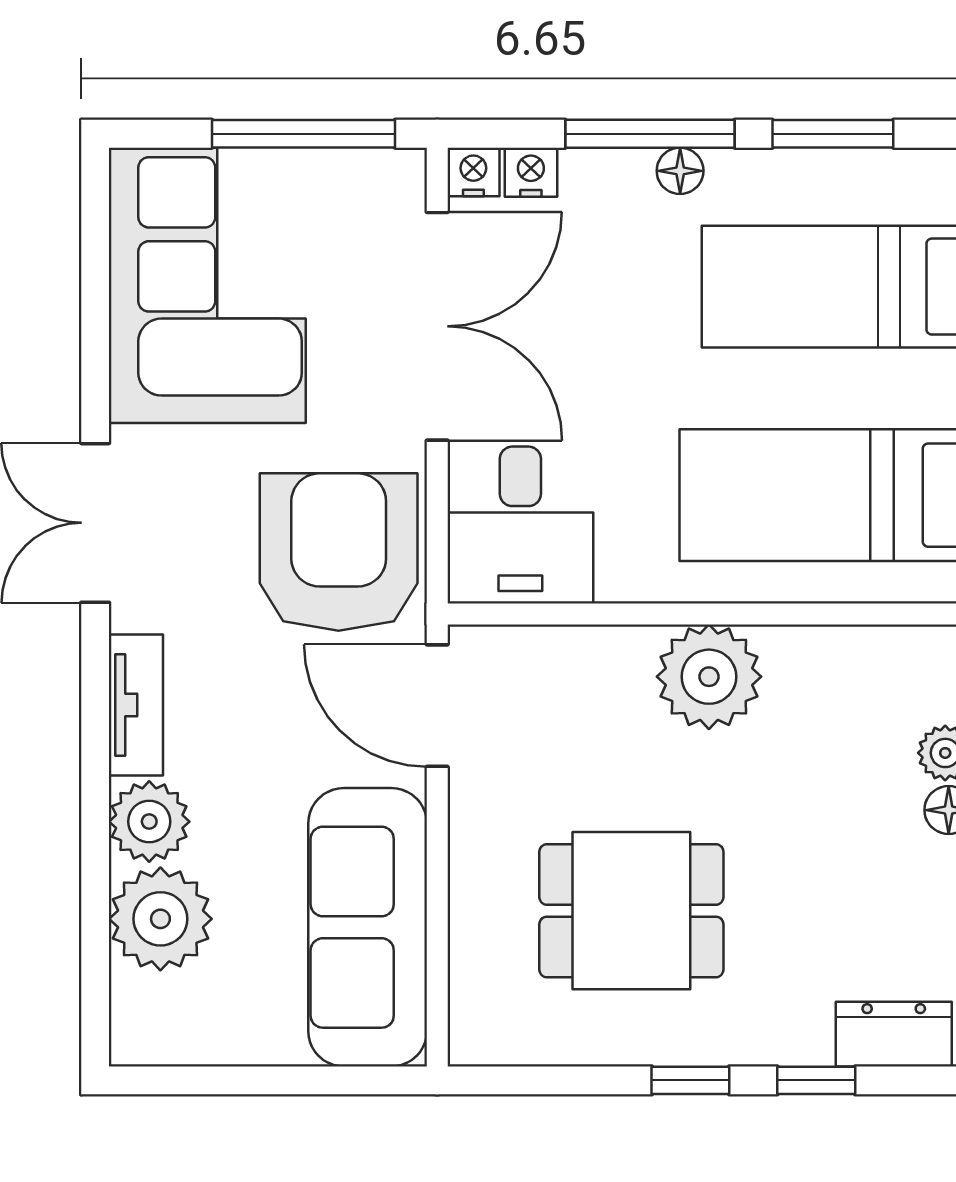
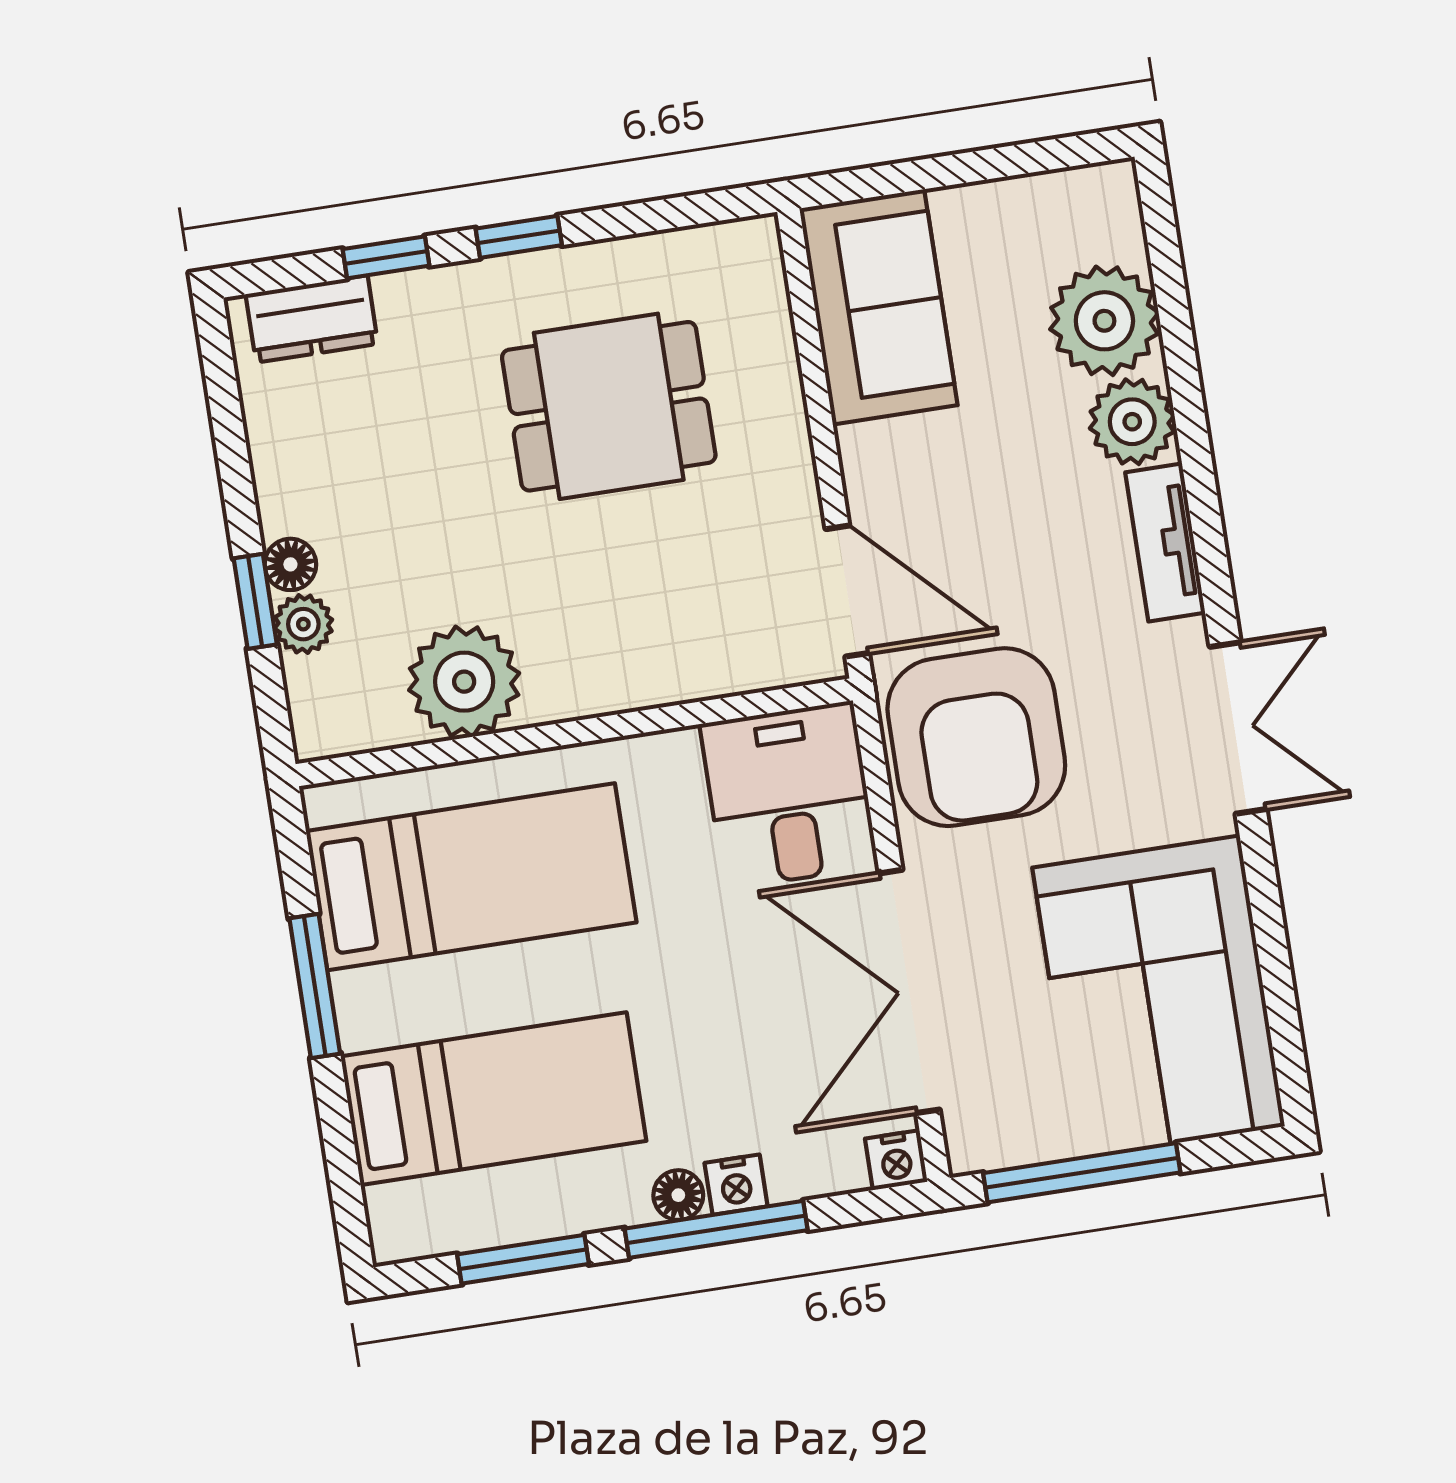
nightstand: (531, 172) -> (736, 1185), moved
plant: (709, 677) -> (464, 682), moved
sofa: (368, 927) -> (878, 307), width x0.73

